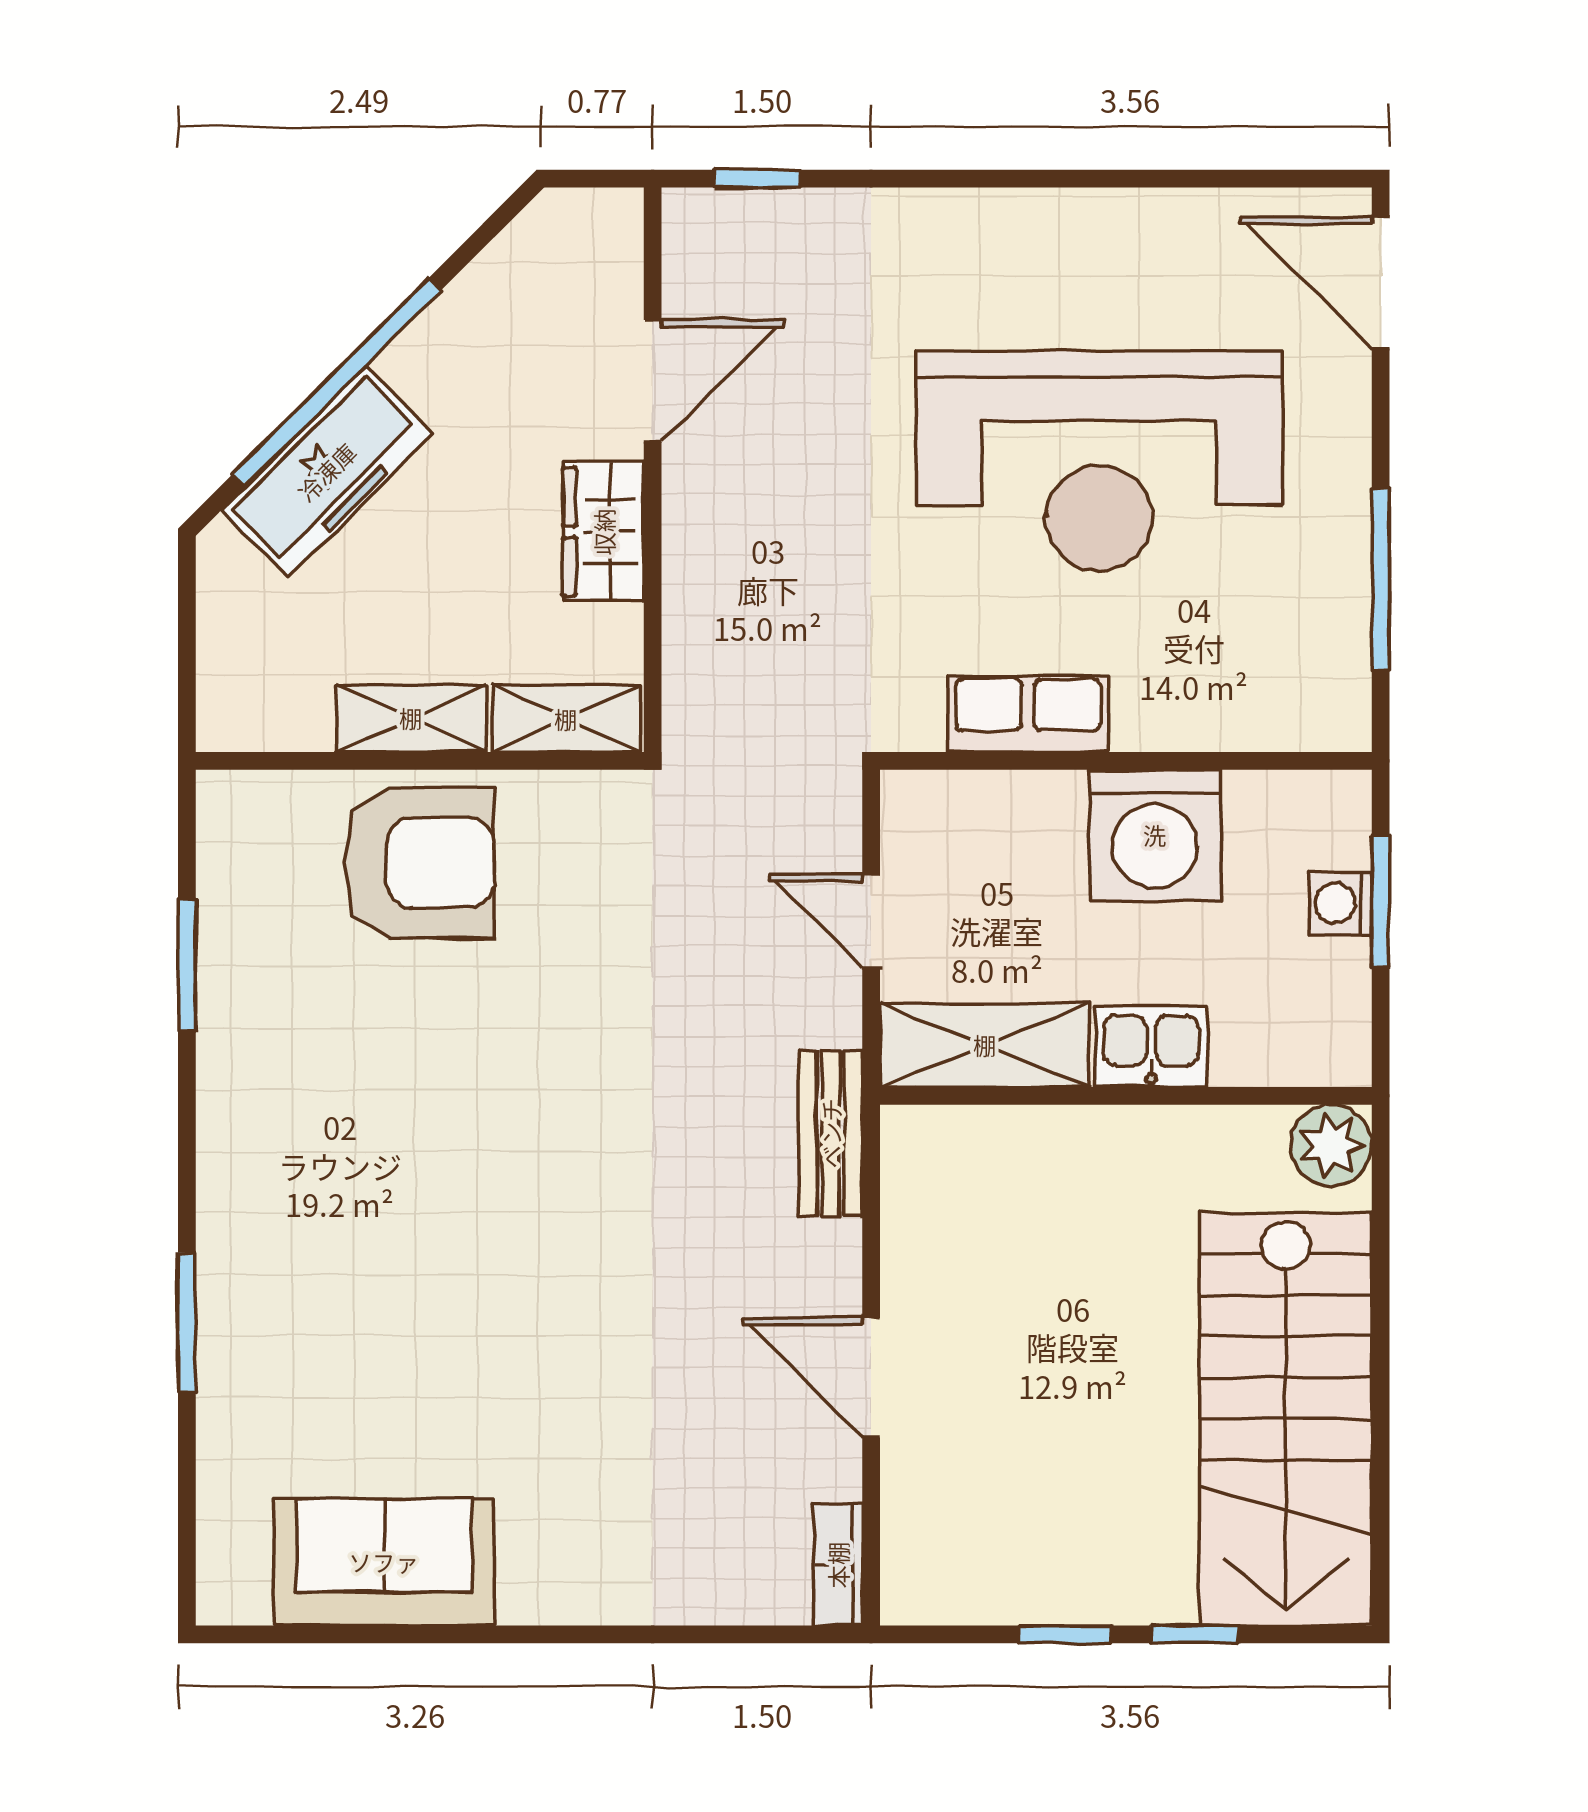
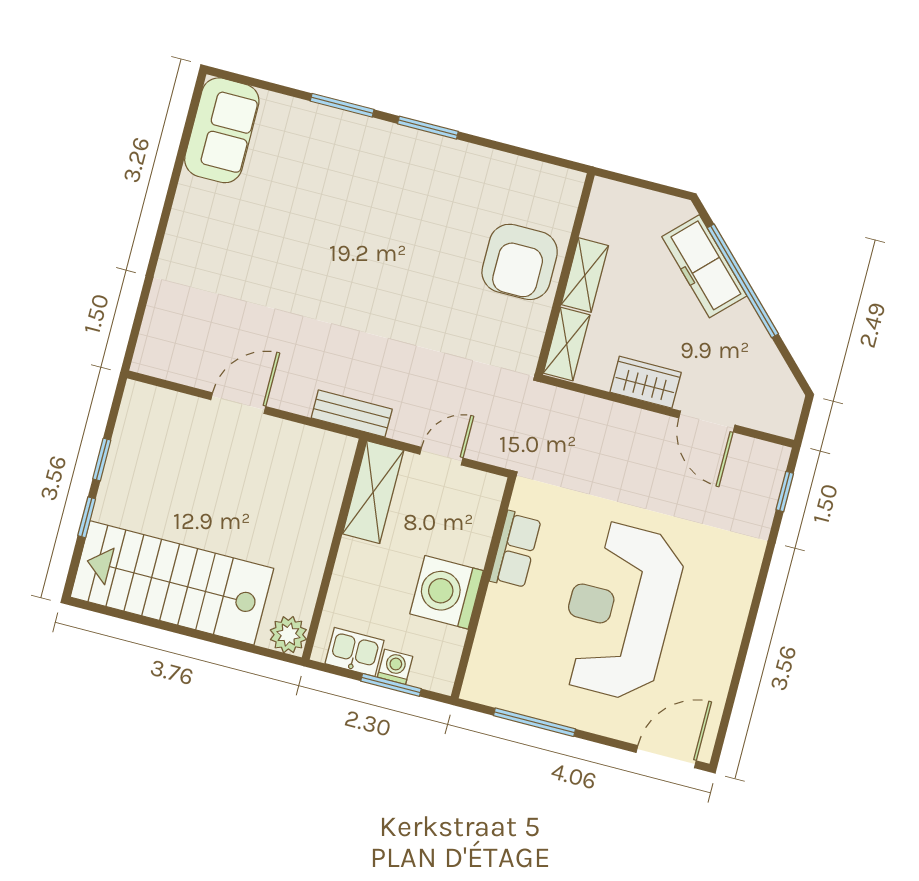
window: (187, 965) -> (428, 128), moved
kitchen sink: (1151, 1046) -> (355, 652), moved, turned -90
sofa: (384, 1562) -> (222, 130), moved
bookcase: (838, 1565) -> (159, 367), removed

